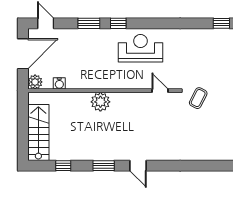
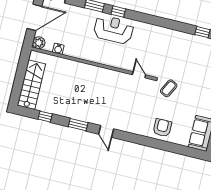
reception desk: (140, 48) -> (114, 30), moved
plant: (100, 102) -> (88, 72), removed
armchair: (202, 145) -> (162, 128), added

